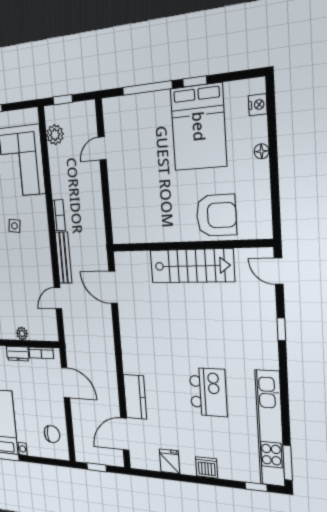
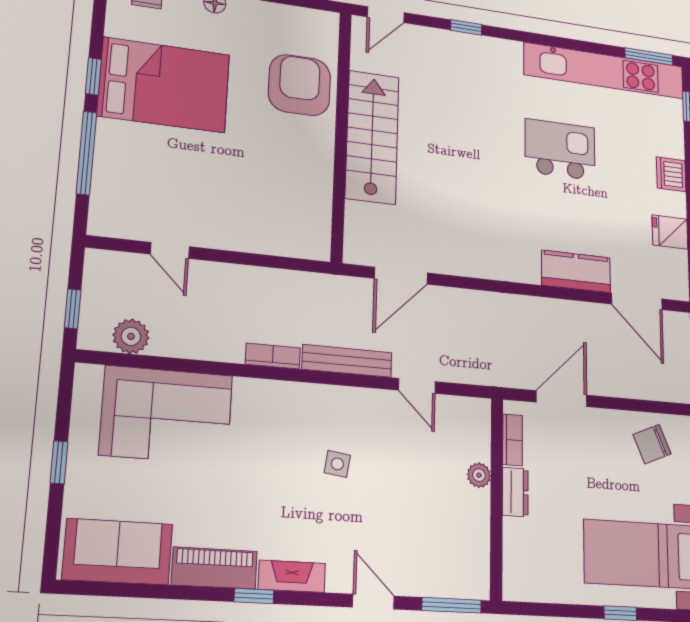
side table: (14, 226) -> (337, 464), moved
chair: (52, 434) -> (652, 444), turned -113

